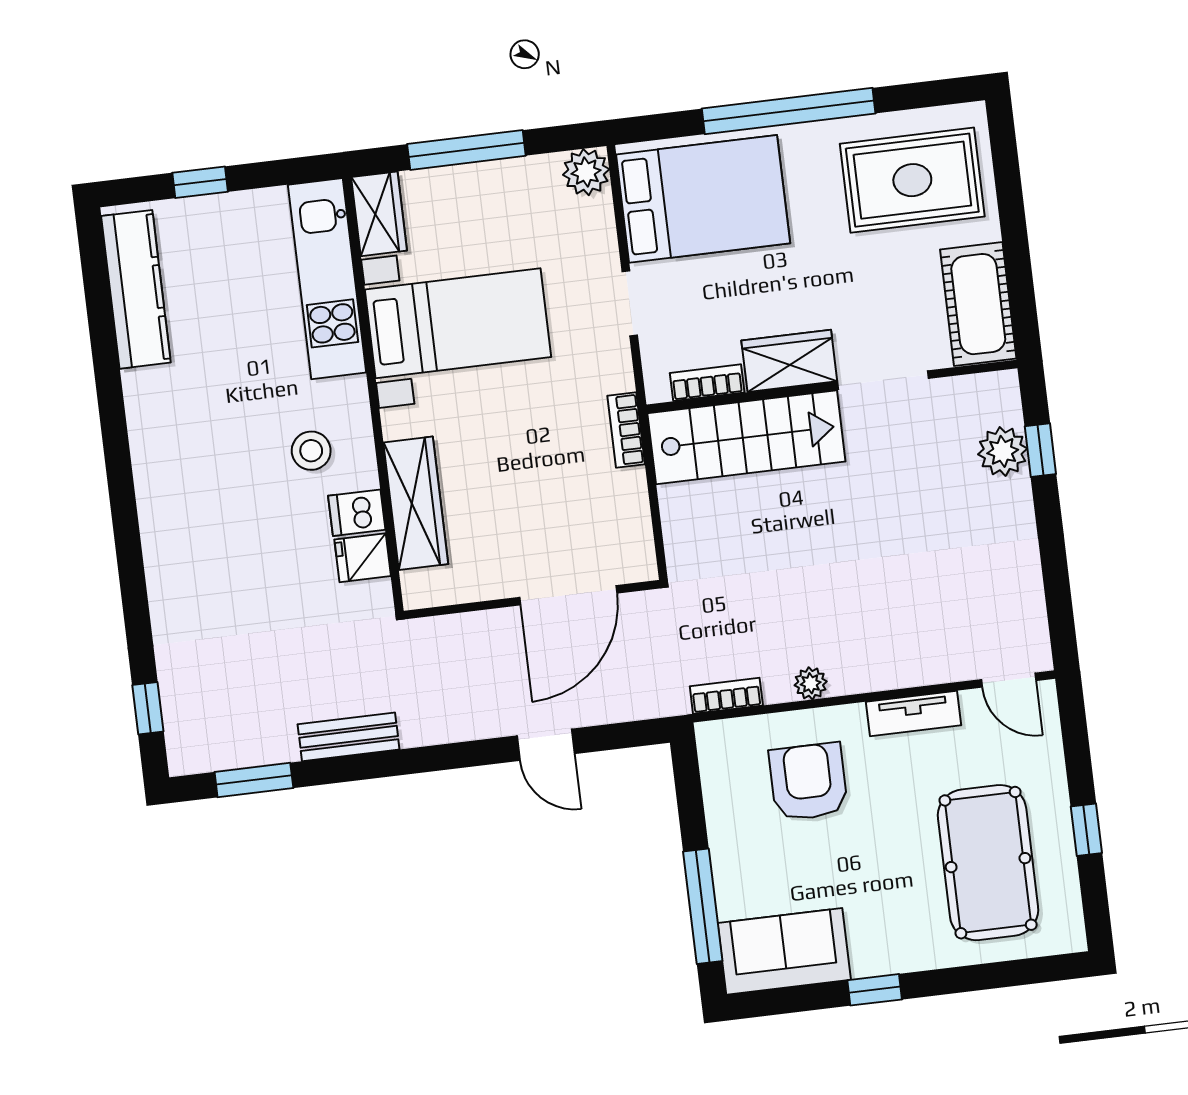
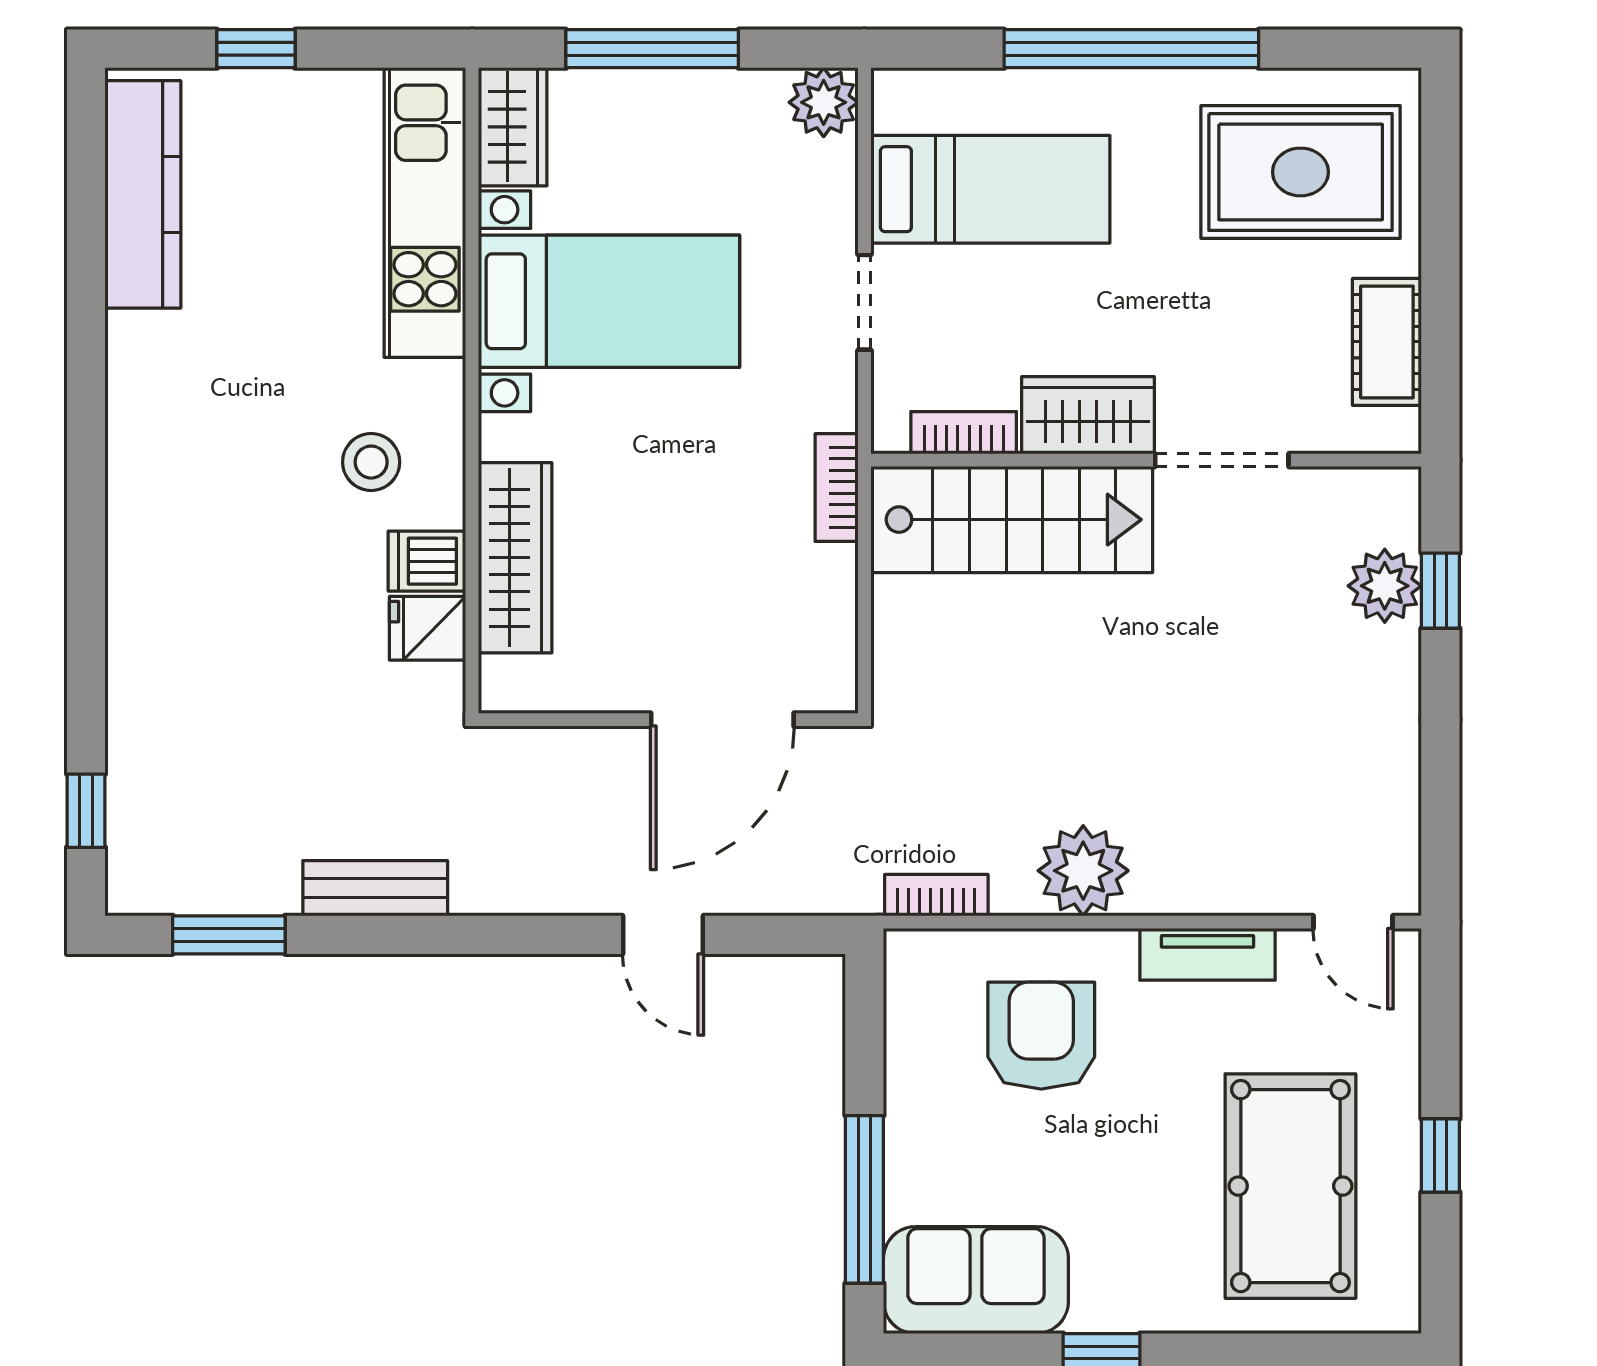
bed: (703, 199) -> (990, 189), width x0.67
cot: (978, 304) -> (1387, 342), width x0.73, depth x0.75
plant: (811, 683) -> (1083, 871), width x1.88, depth x1.88

